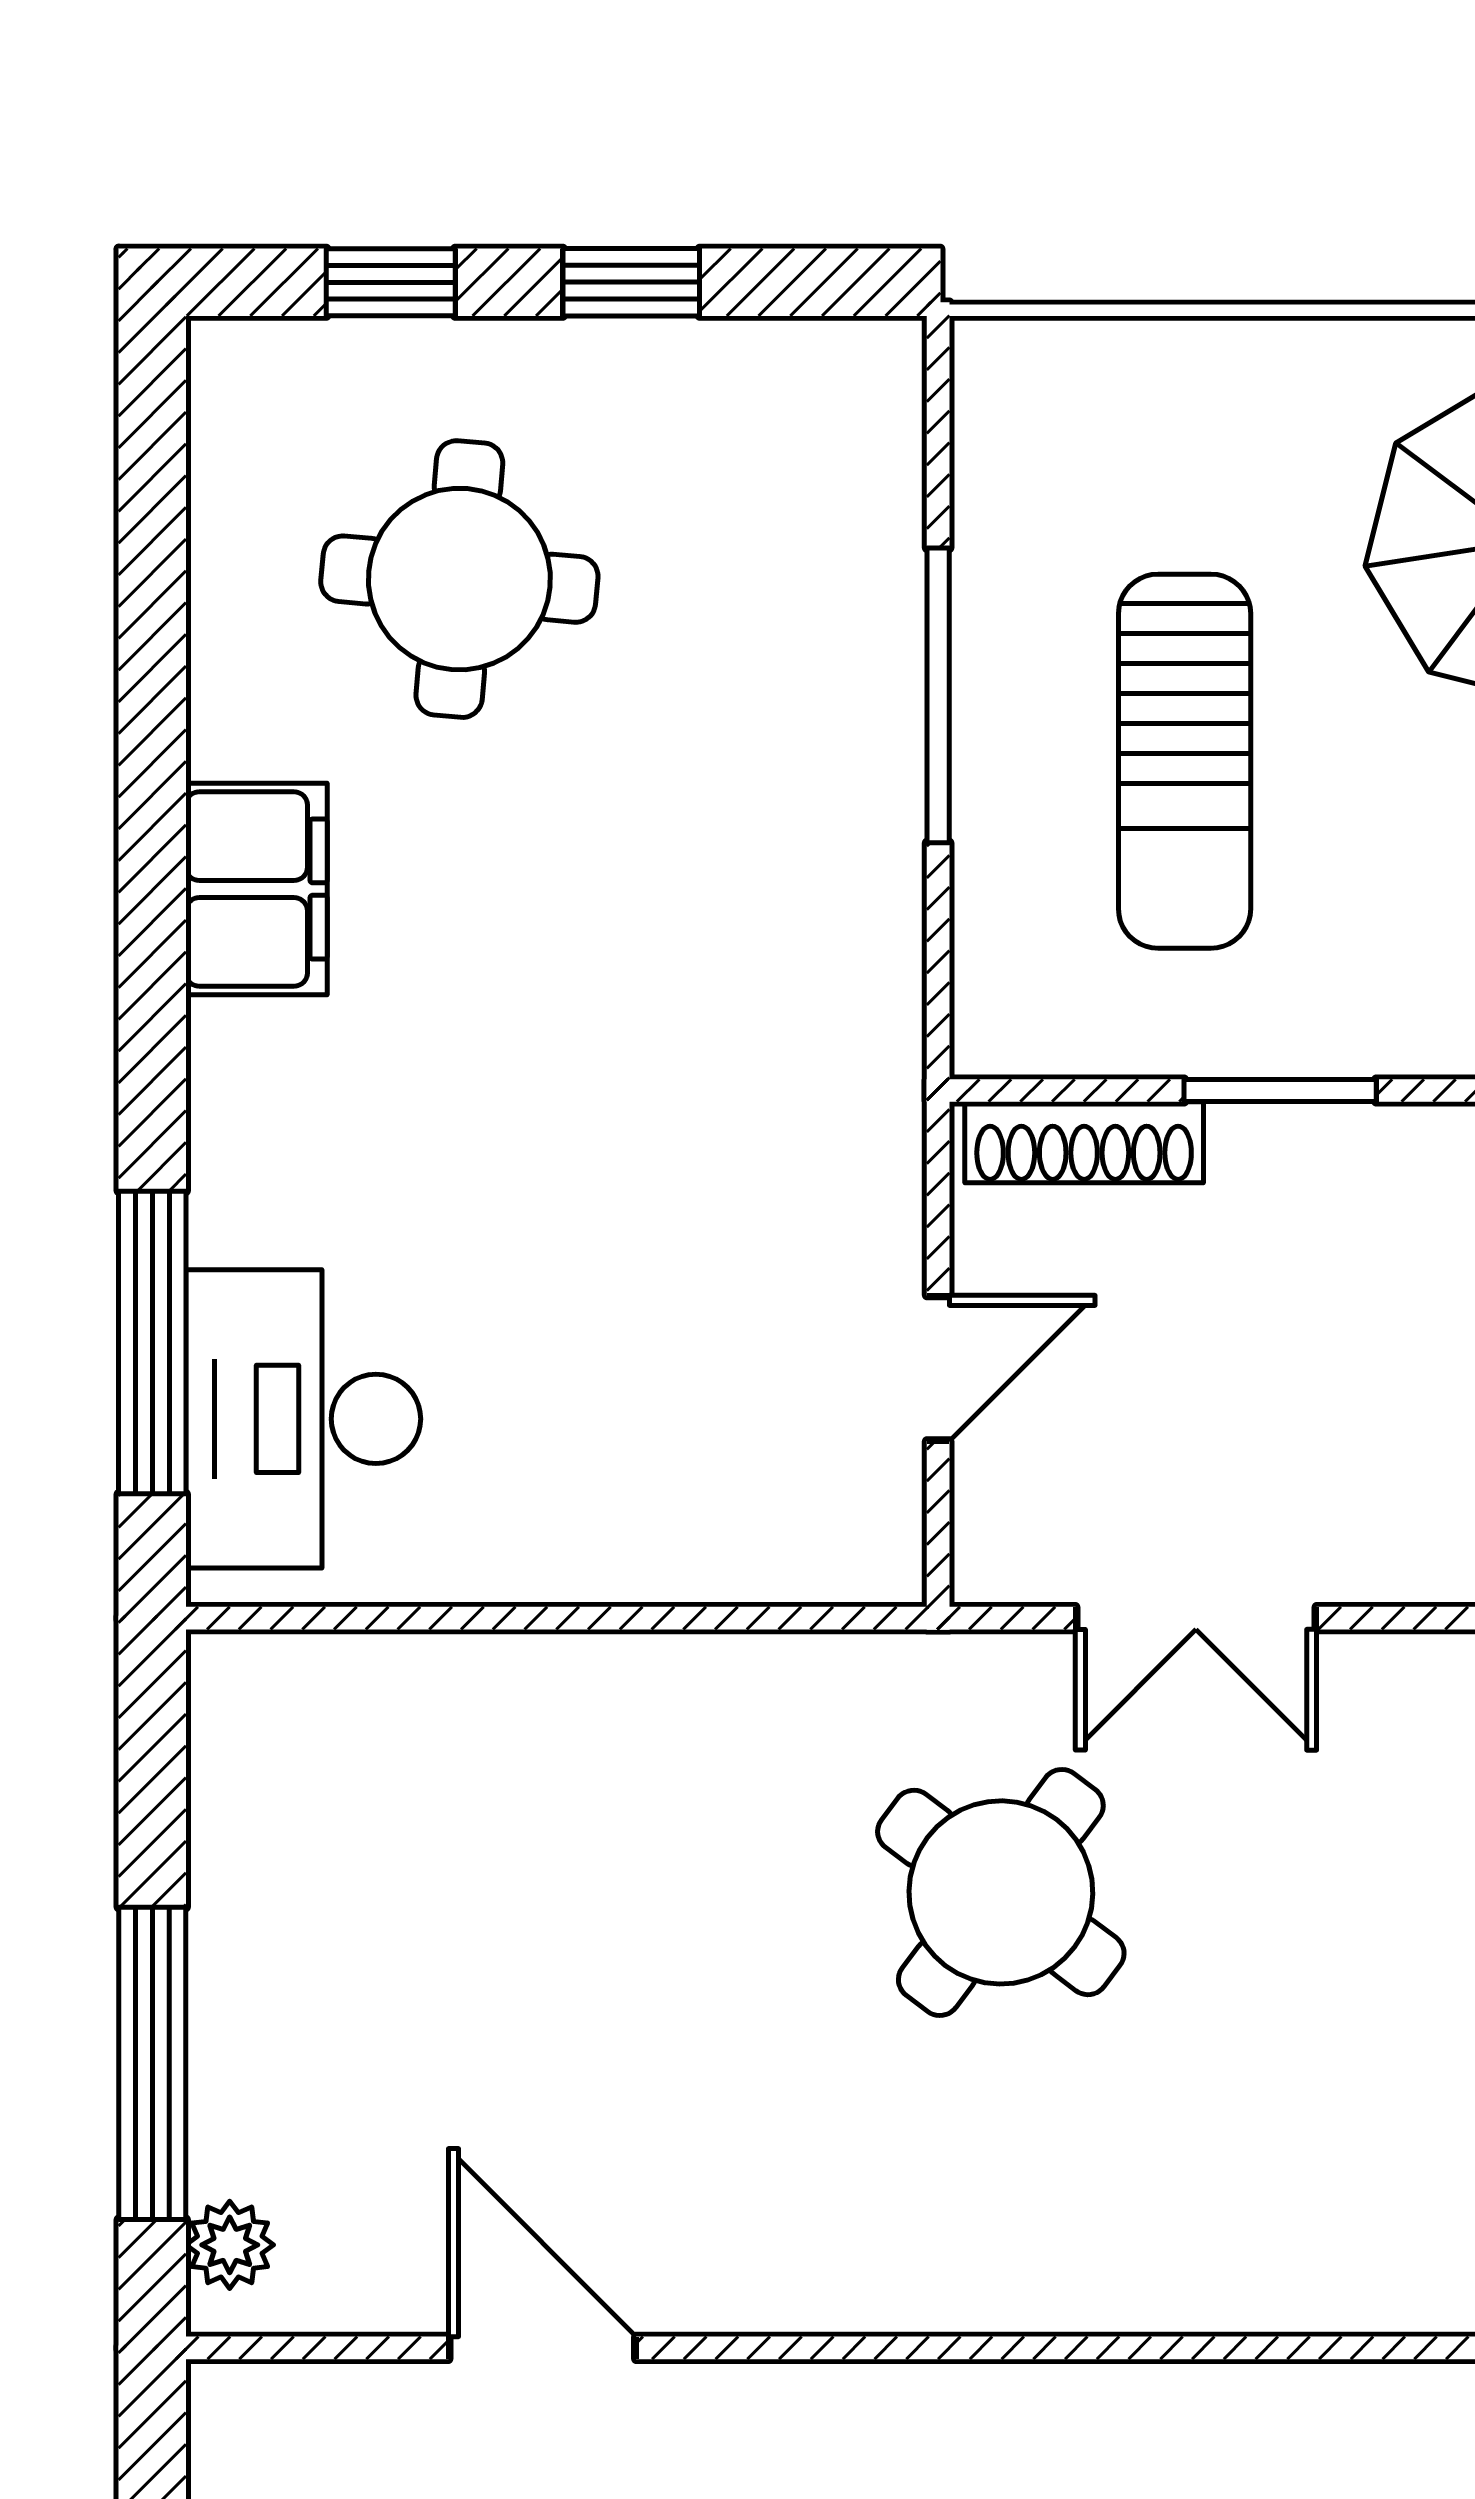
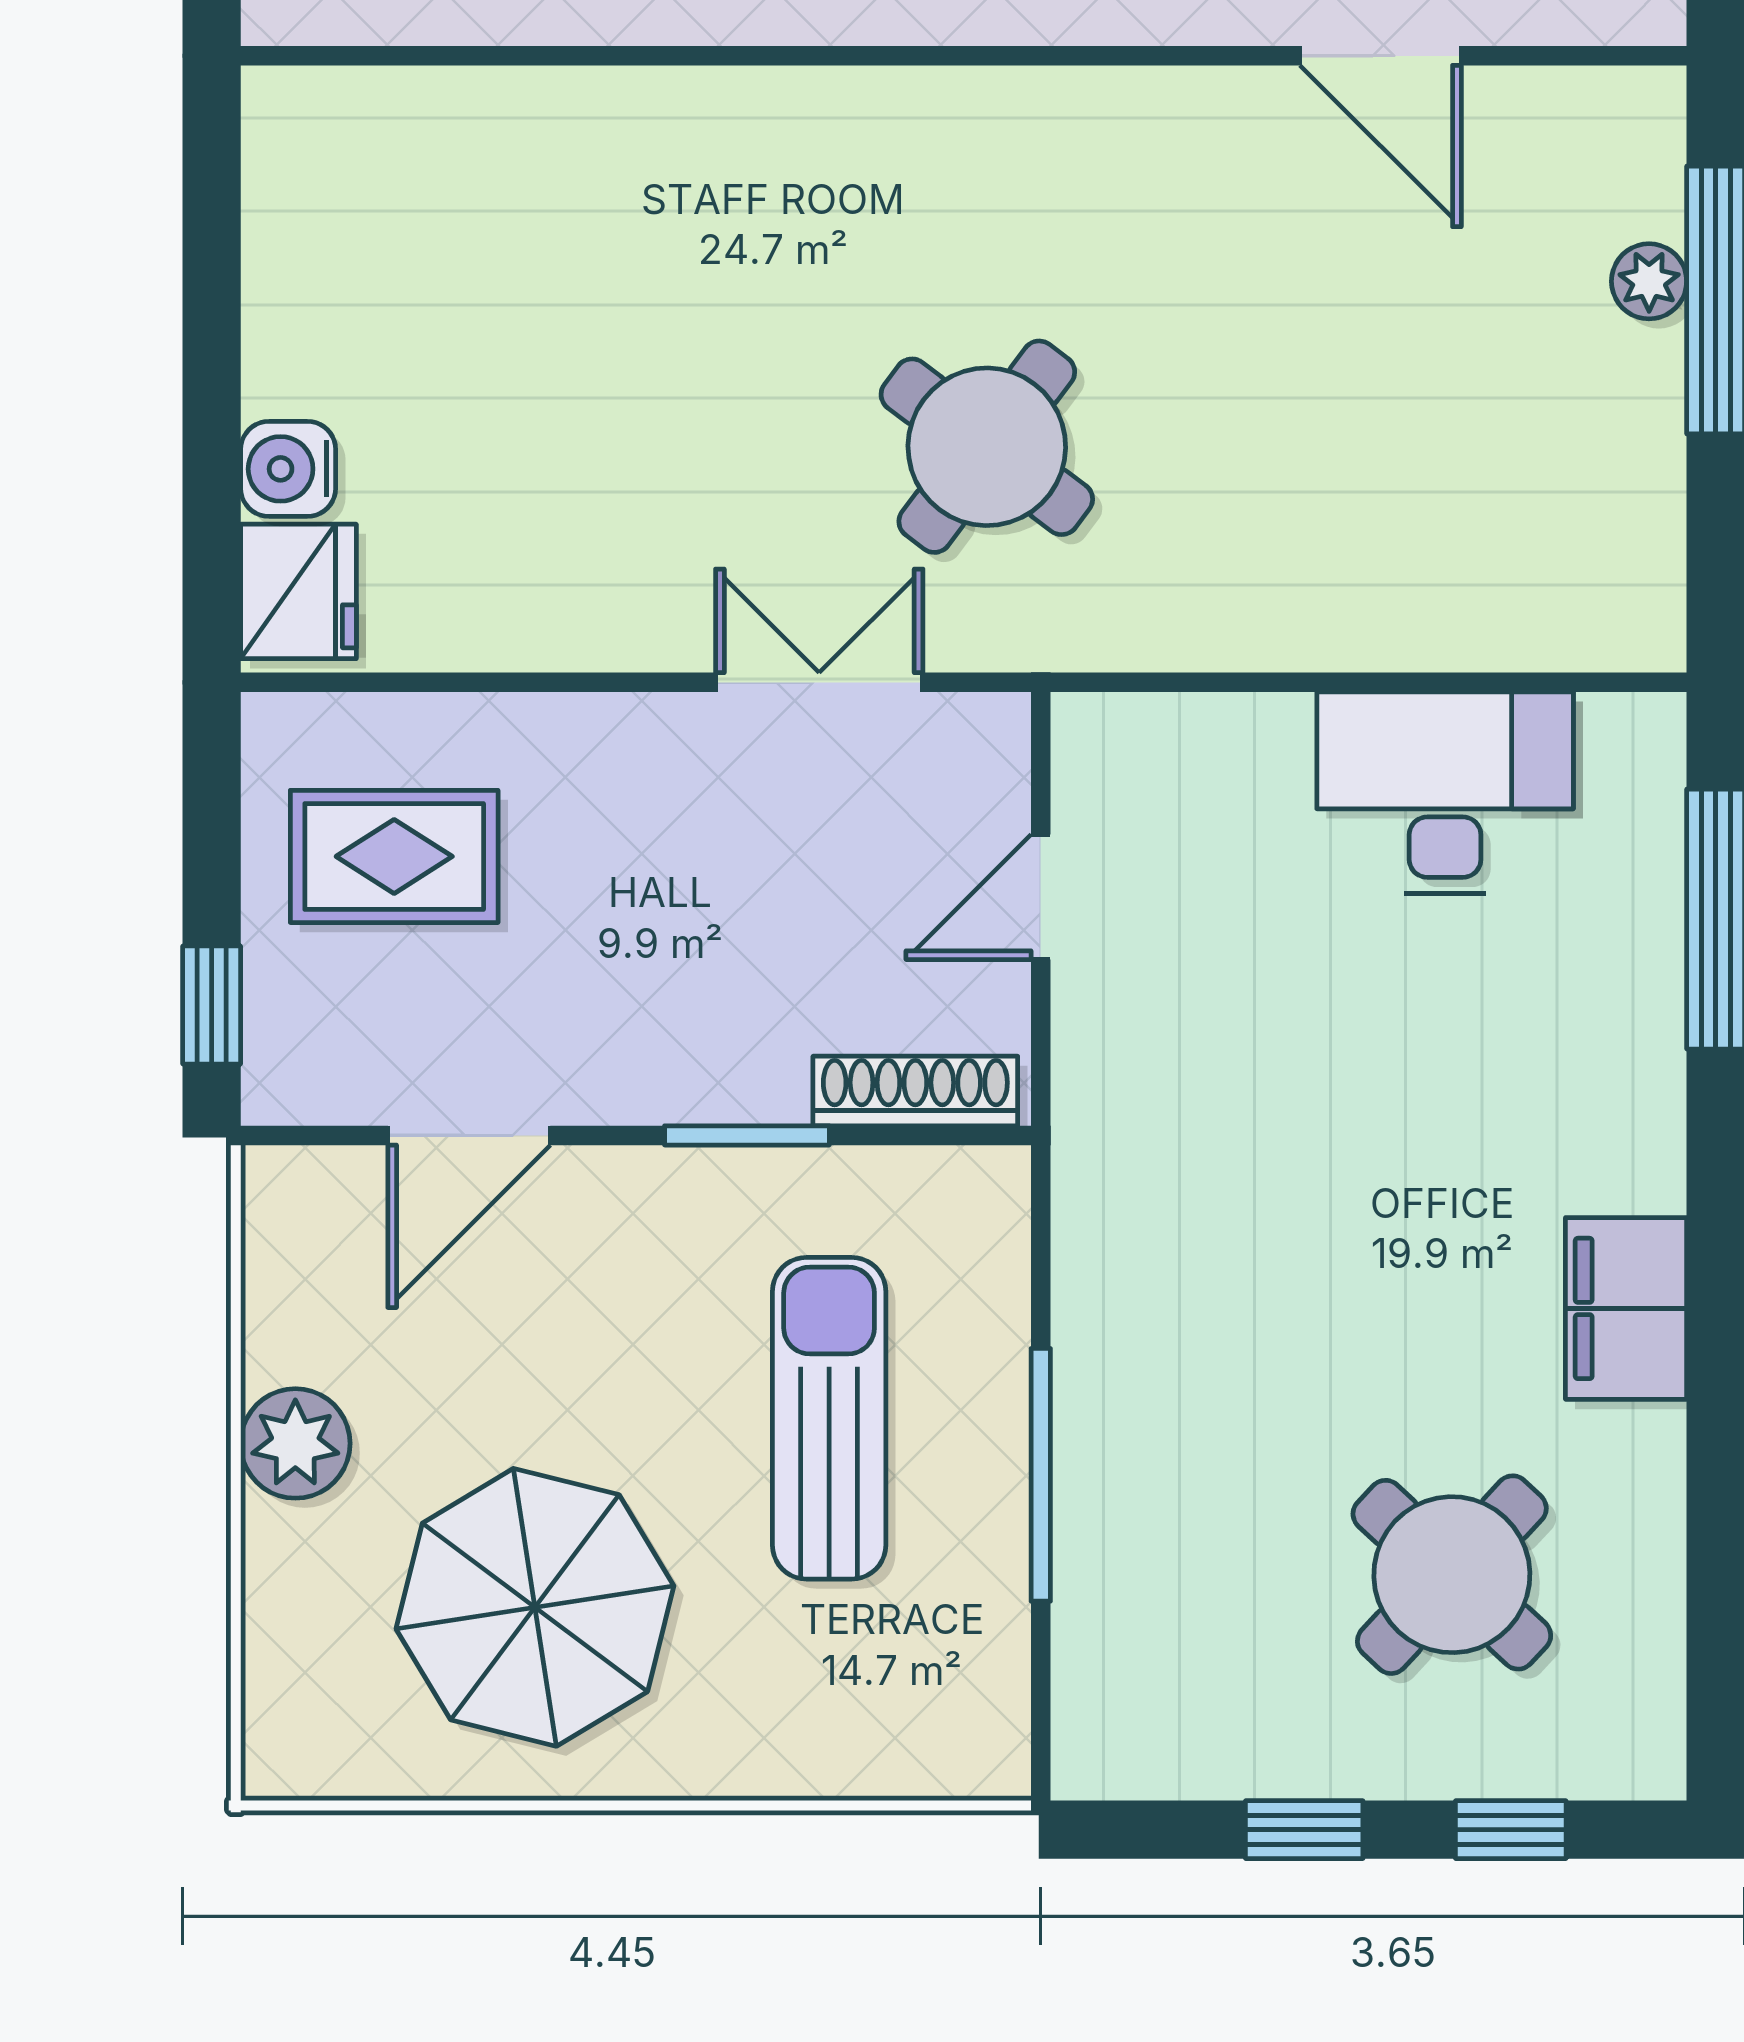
round table: (459, 579) -> (1452, 1575), turned 38
desk: (303, 1419) -> (1445, 793), moved, turned -90
plant: (230, 2245) -> (1649, 281), moved

